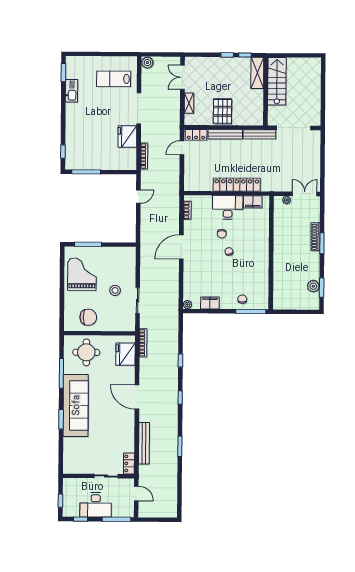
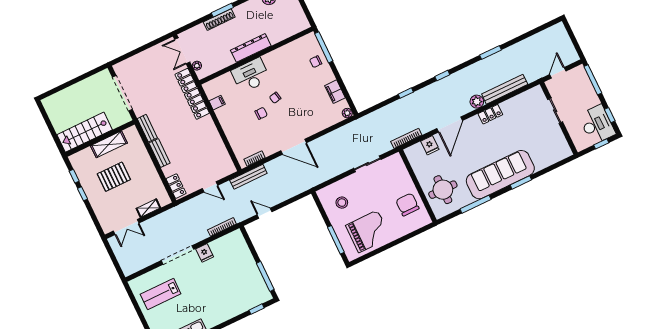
plant: (147, 63) -> (477, 102), moved
shelving: (257, 73) -> (109, 144), moved
lab bench: (114, 79) -> (161, 294), turned 90
pallet: (222, 111) -> (114, 177), moved
bench: (225, 134) -> (160, 153), width x0.73
bench: (259, 134) -> (147, 128), width x0.73
fridge: (127, 137) -> (205, 253), width x0.53, depth x0.75
door: (182, 148) -> (210, 187), moved
locker: (237, 185) -> (192, 94), moved
bench: (175, 198) -> (248, 177), added
filing cabinet: (253, 202) -> (217, 103), width x0.50
desk: (228, 207) -> (251, 75), moved, turned 90
dresser: (279, 251) -> (251, 48), added
grand piano: (82, 274) -> (368, 231), turned 180
stool: (115, 290) -> (342, 203), moved
fridge: (126, 354) -> (430, 145), width x0.53, depth x0.75
door: (137, 397) -> (450, 125), moved
locker: (129, 463) -> (490, 114), moved
desk: (96, 505) -> (597, 124), moved

